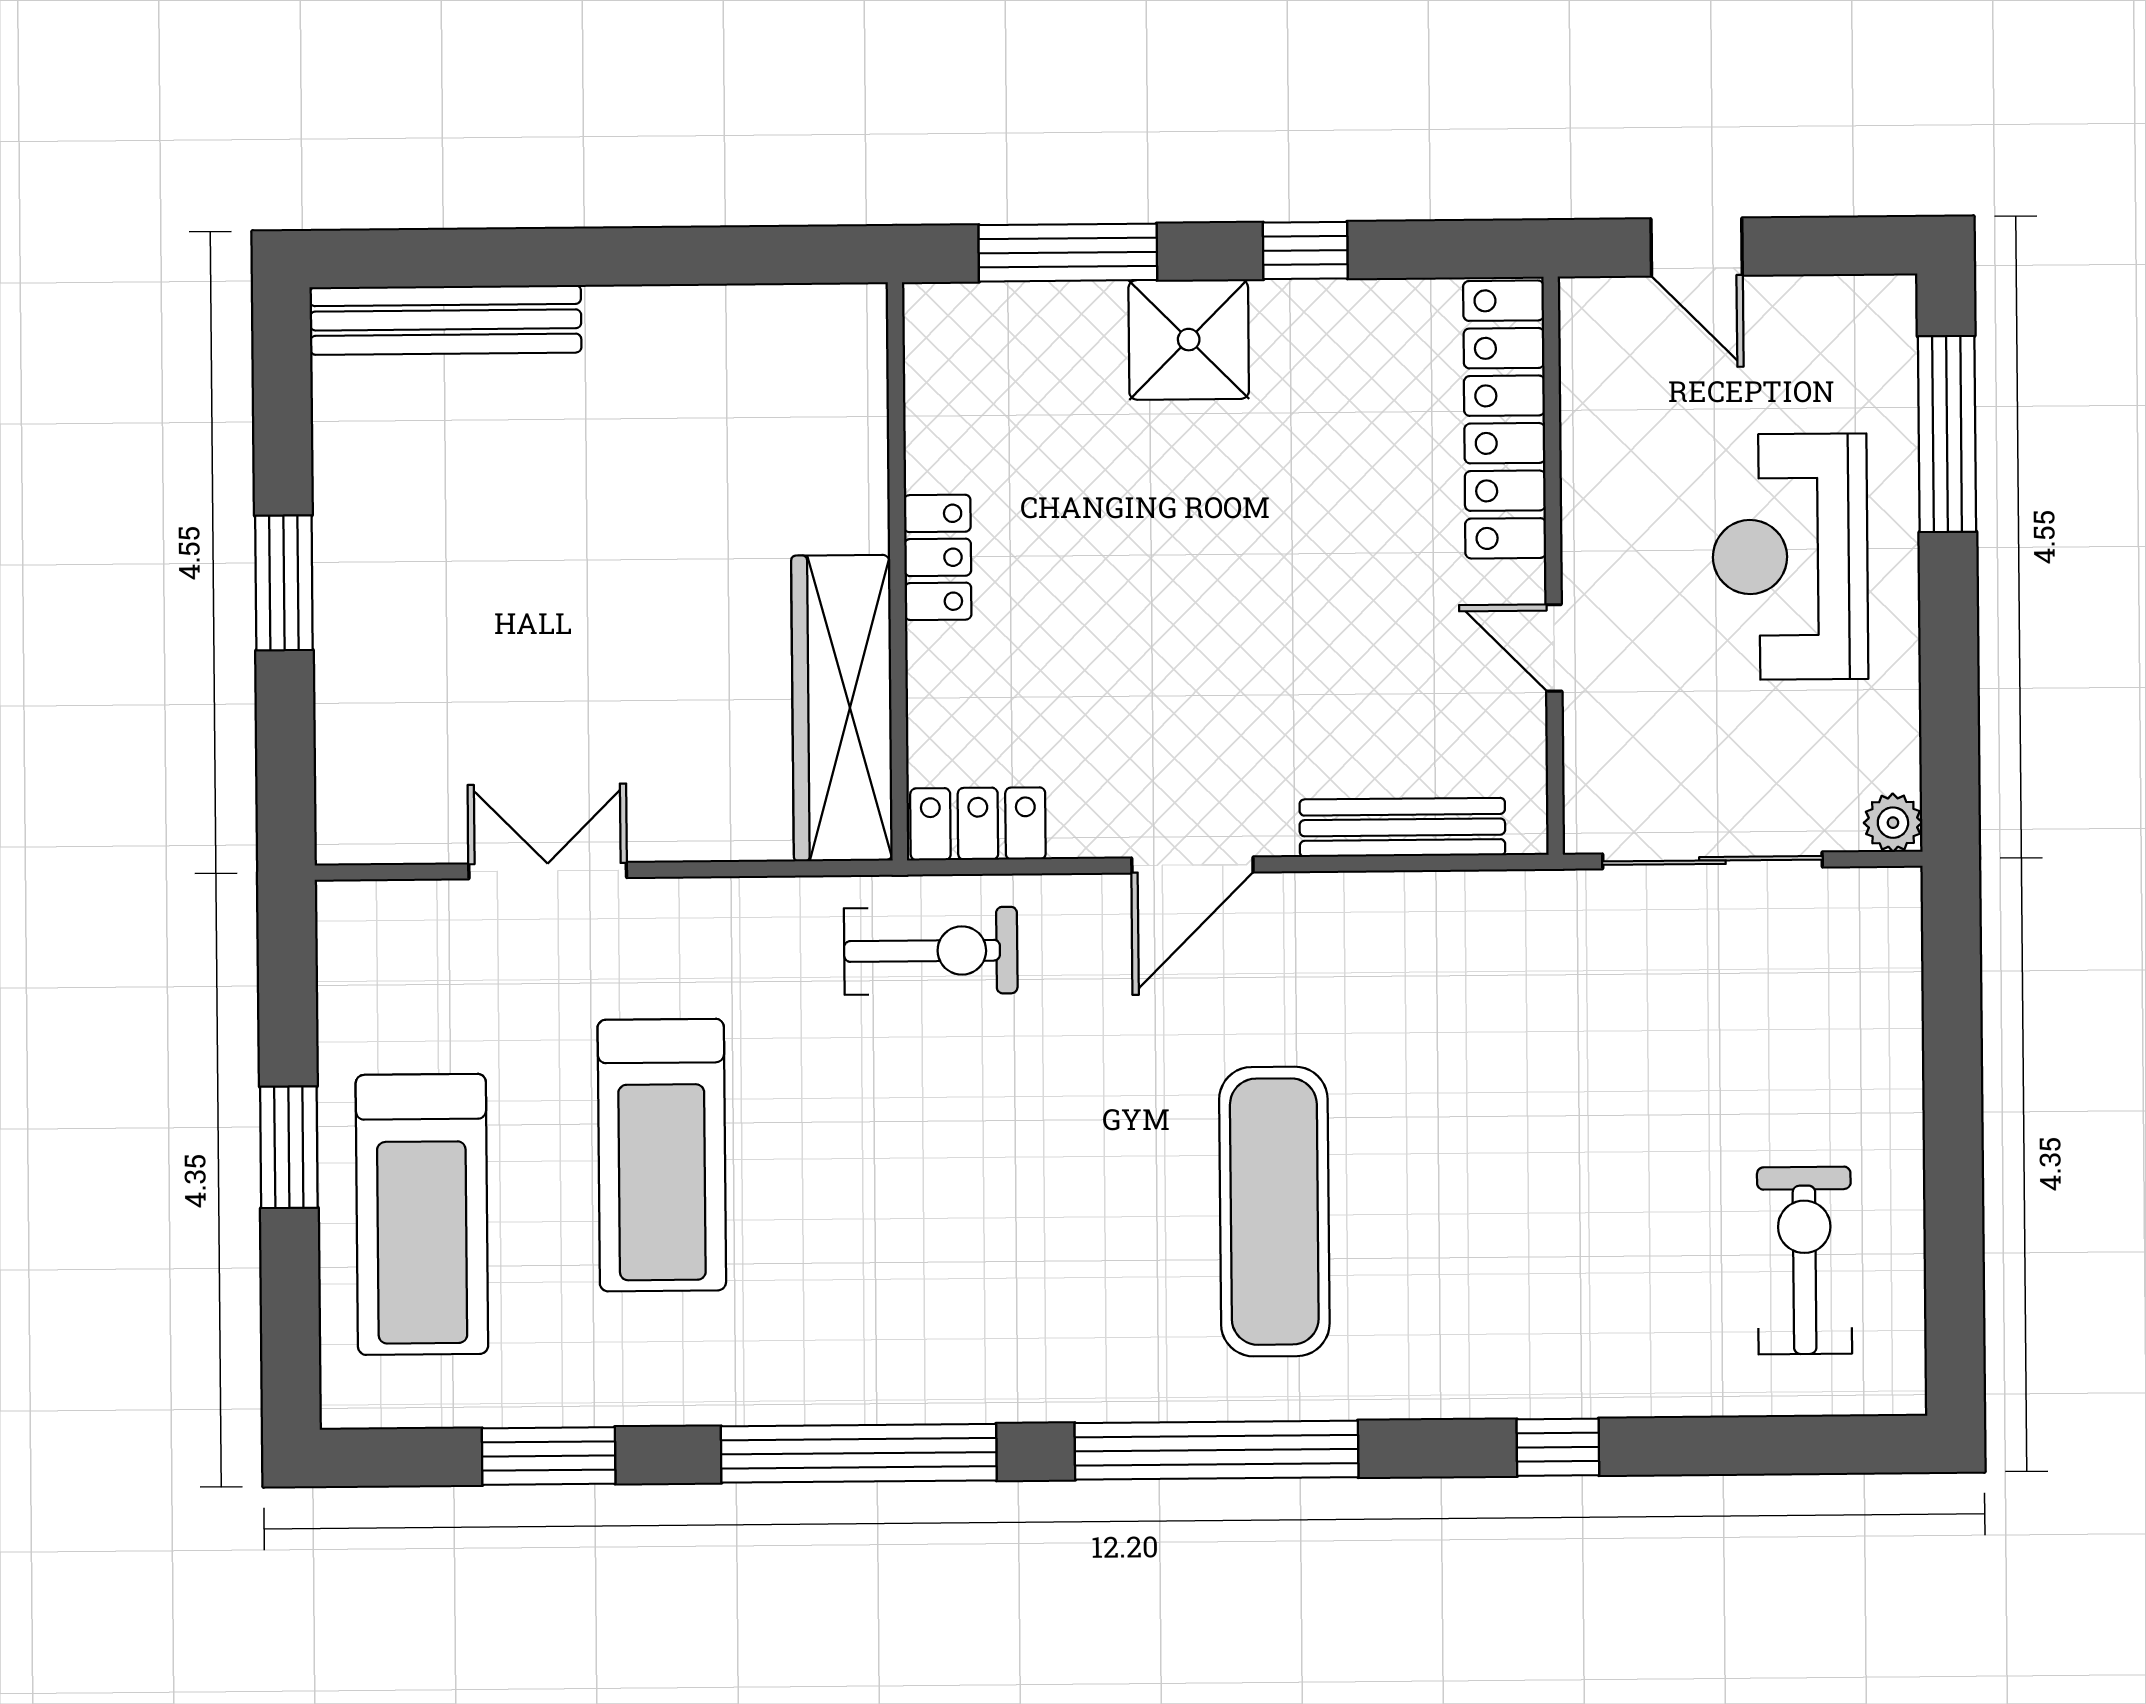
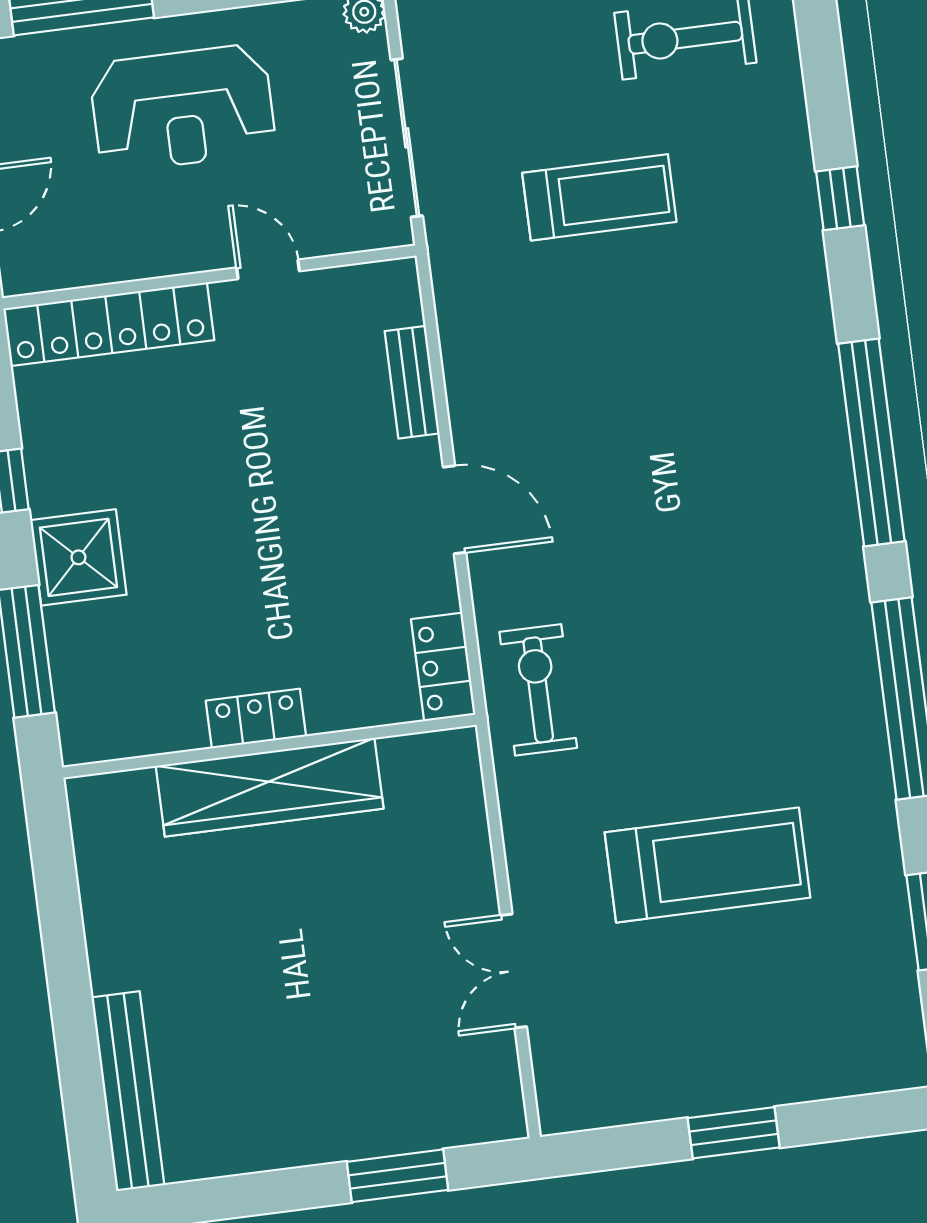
window: (284, 583) -> (397, 1176), moved
door: (1554, 648) -> (268, 269), swing flipped
wardrobe: (842, 708) -> (270, 787), moved
bench: (1402, 827) -> (412, 382), width x0.73
exercise mat: (1274, 1212) -> (696, 422), removed
treadmill: (422, 1214) -> (599, 197), moved, width x0.73, depth x0.73

